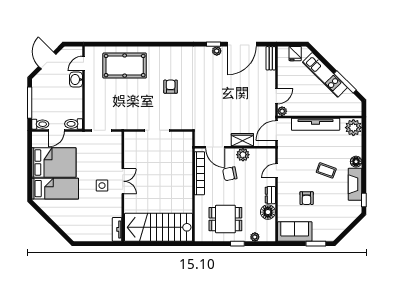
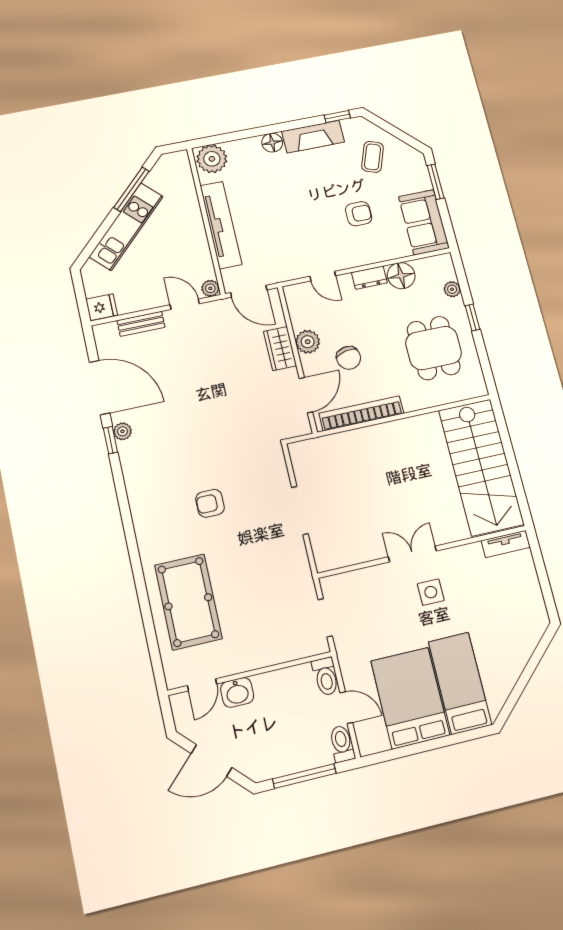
fridge: (295, 54) -> (102, 307), moved
bench: (271, 58) -> (141, 324), moved
door: (84, 64) -> (202, 685), hinge flipped
coffee table: (326, 170) -> (373, 157), moved

